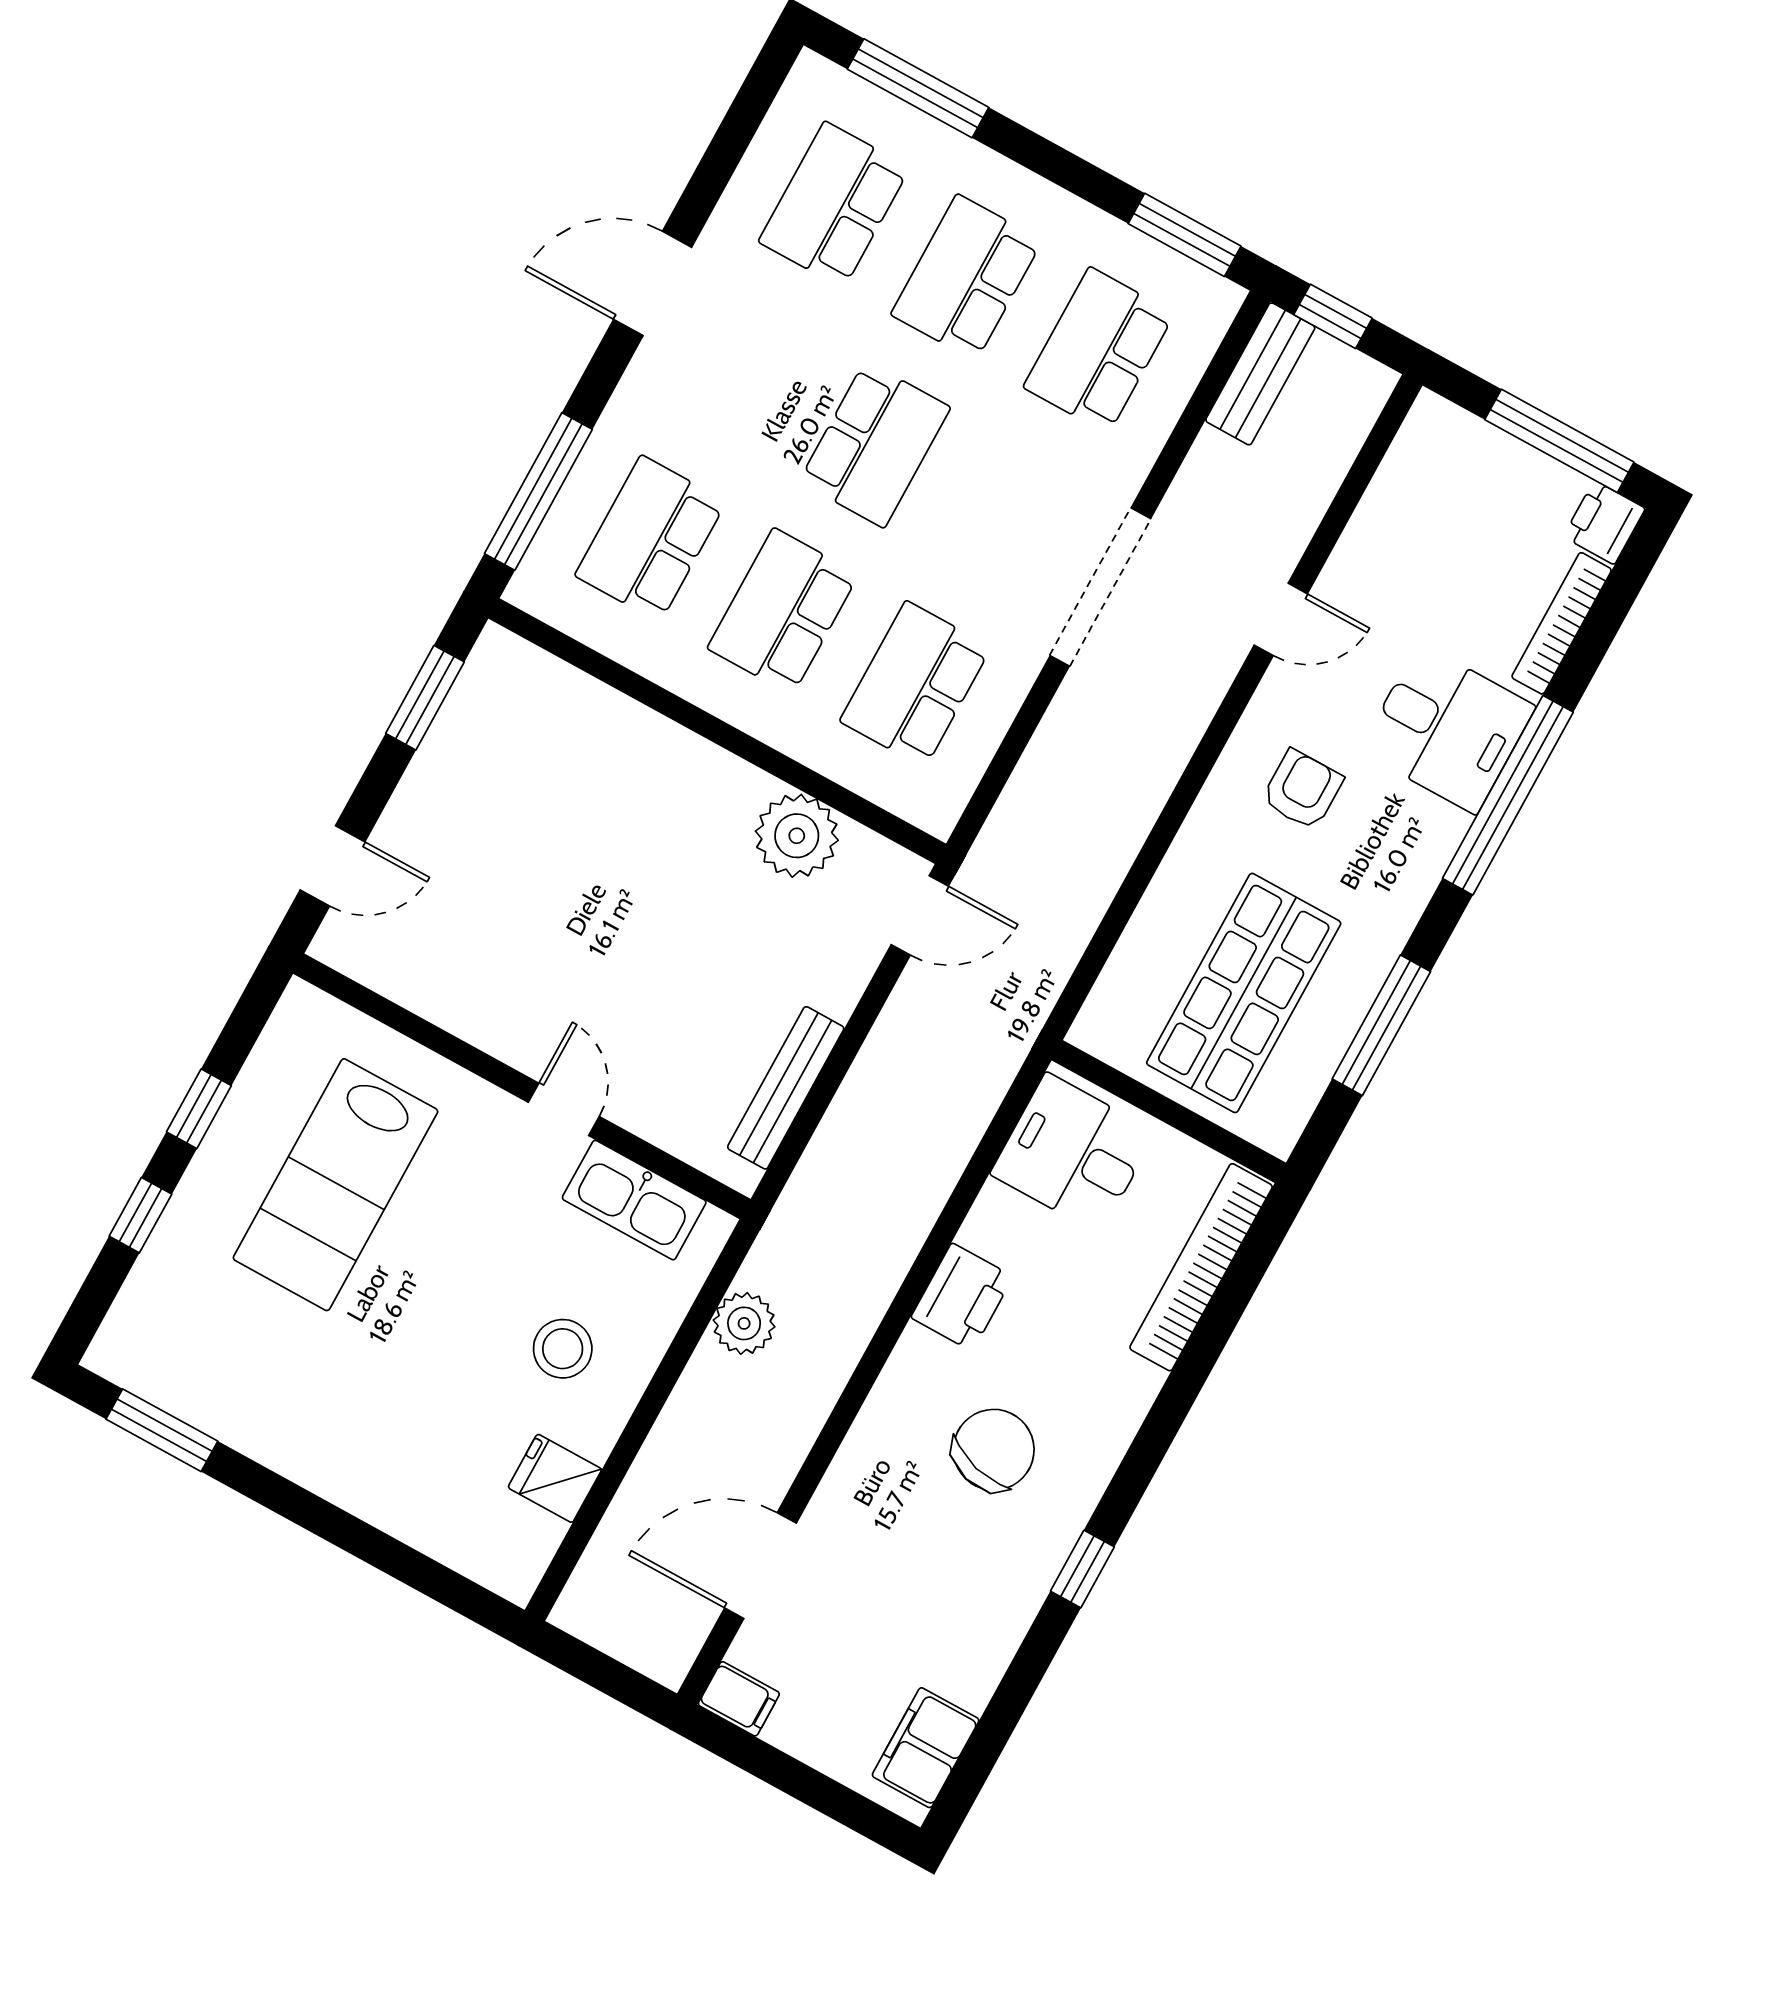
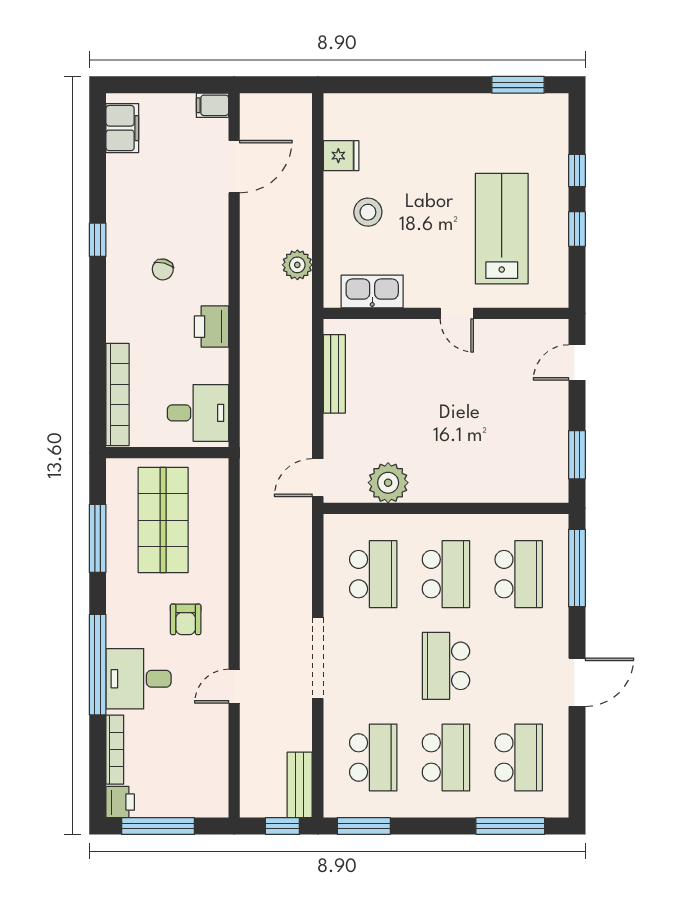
door: (564, 1109) -> (457, 313), moved
chair: (994, 1450) -> (163, 269), width x0.54, depth x0.54

